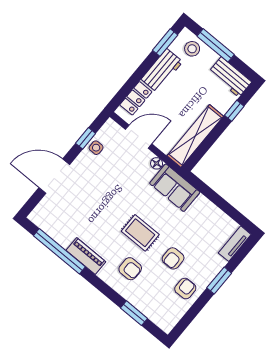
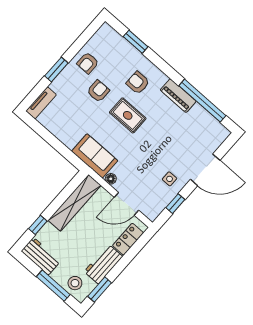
side table: (96, 148) -> (170, 179), moved

